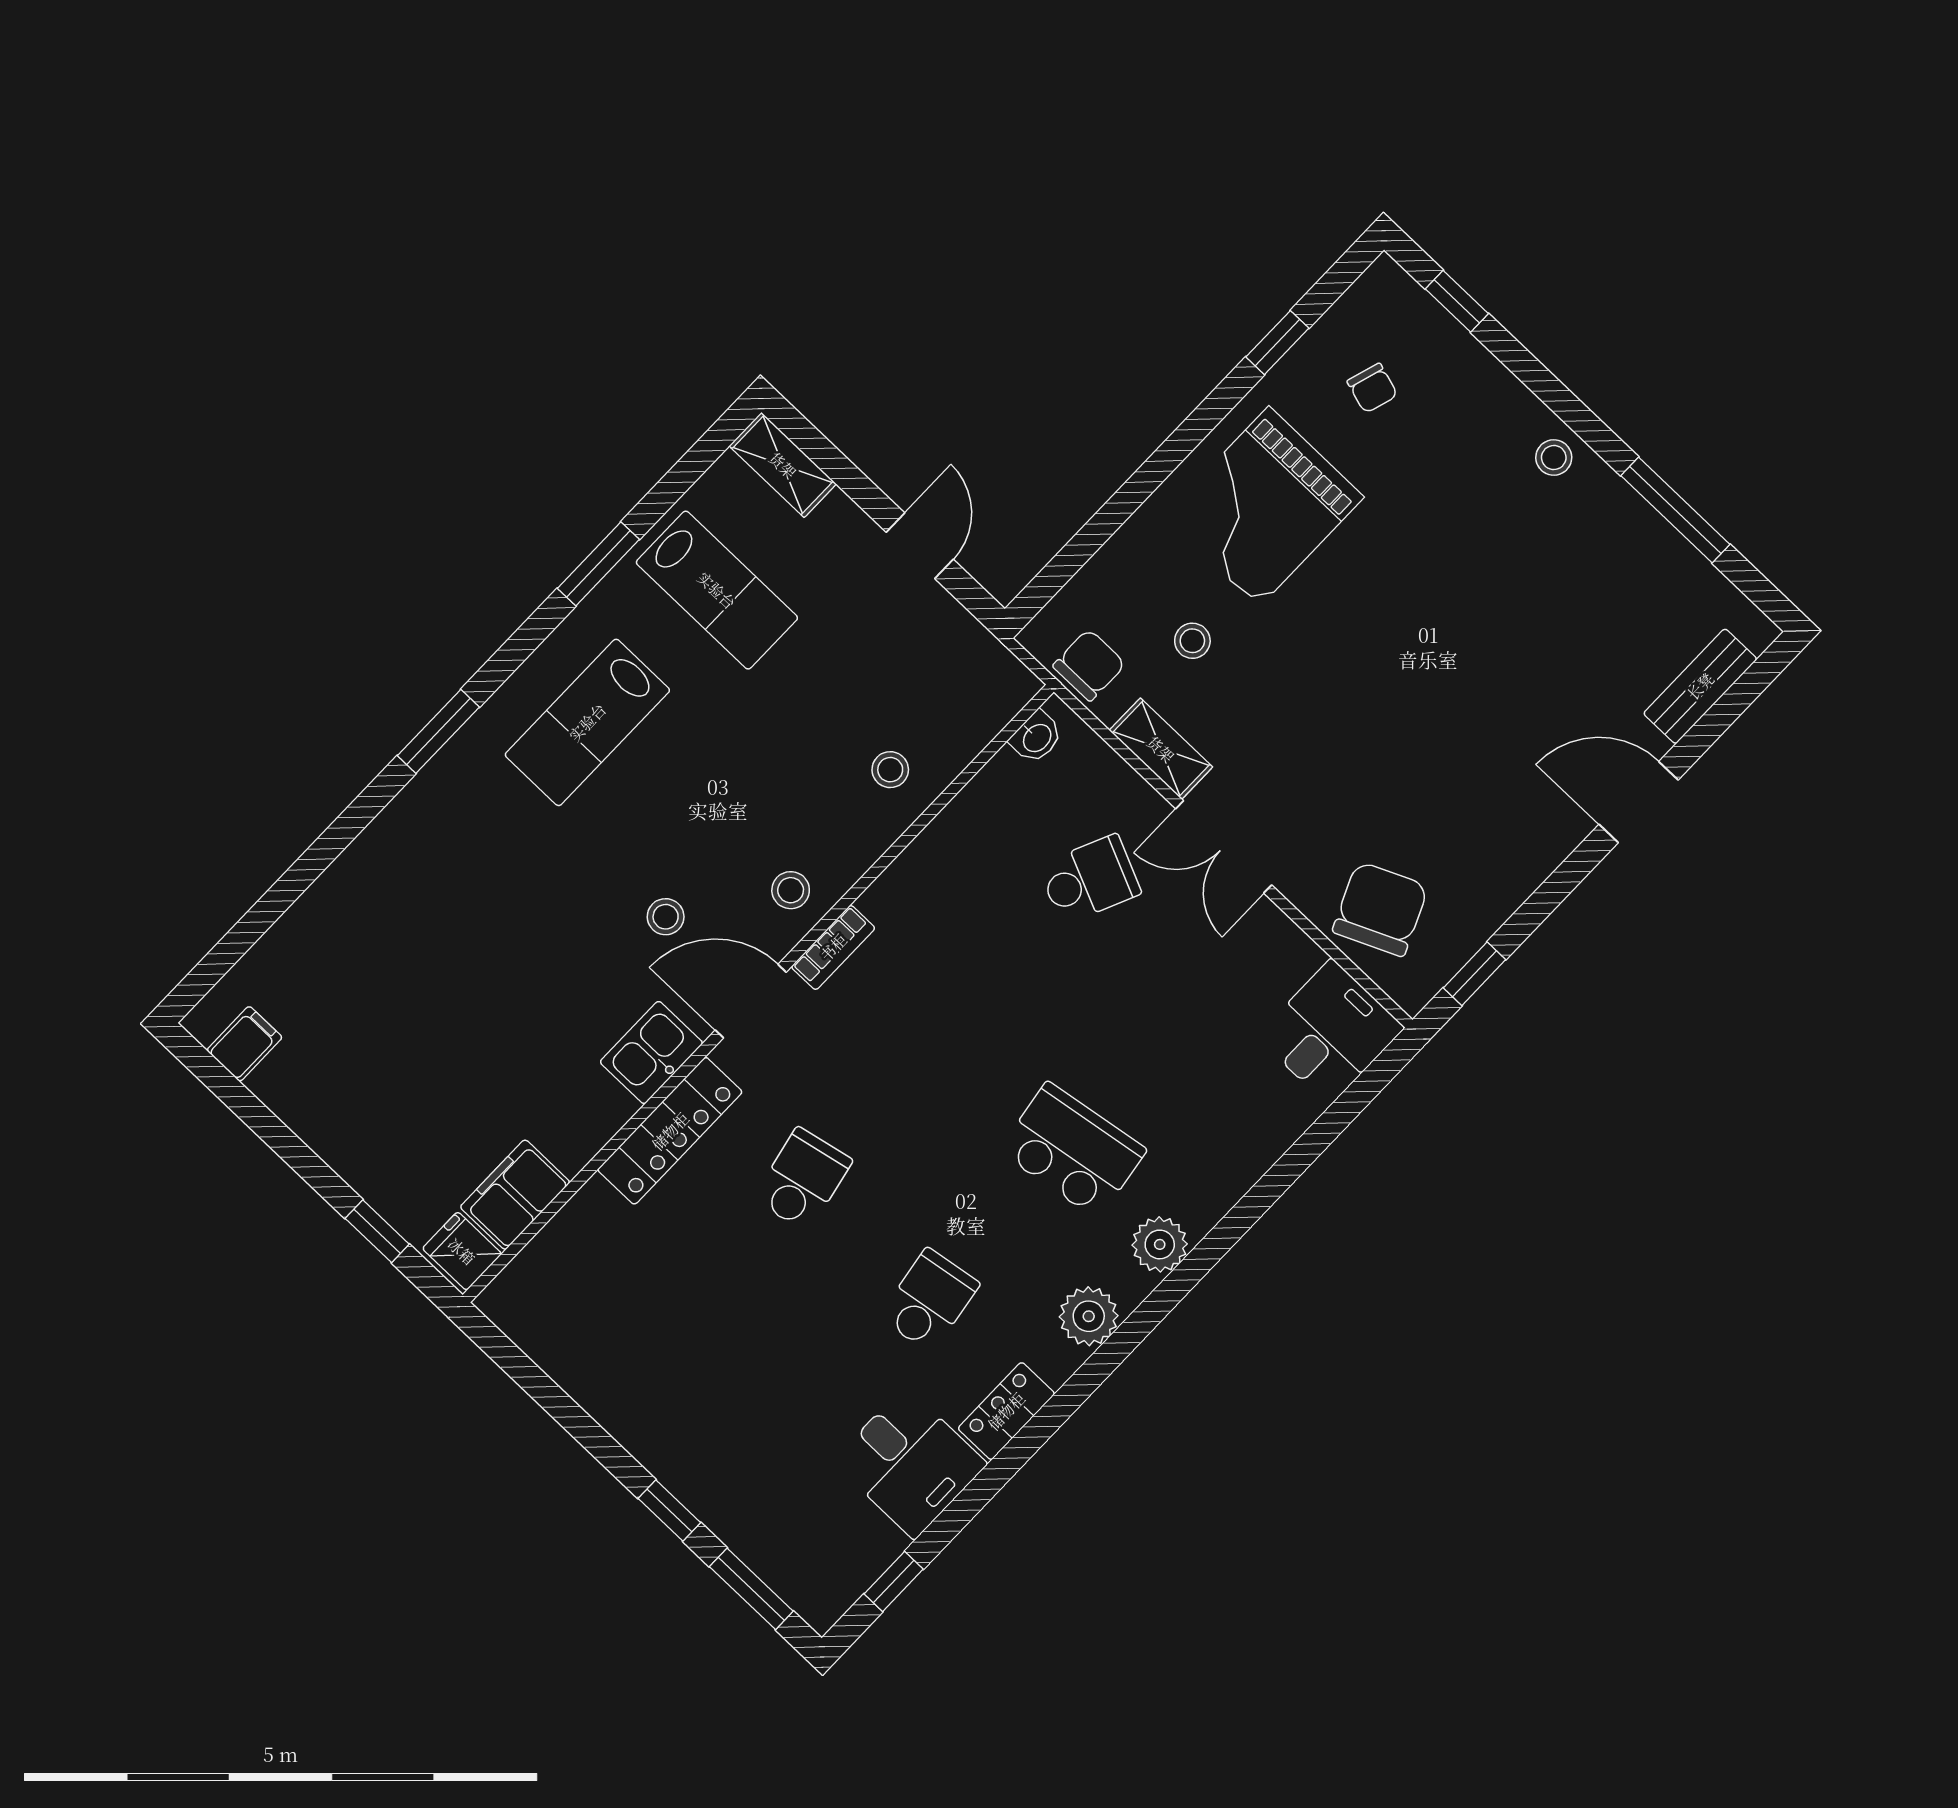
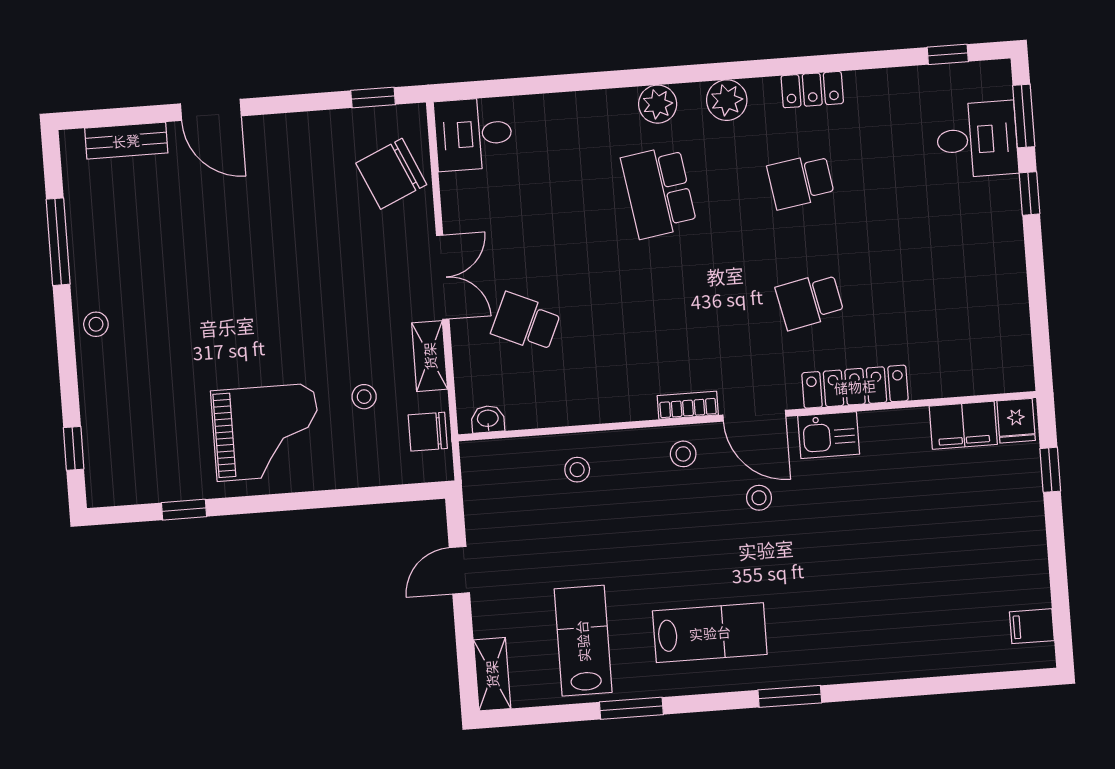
chair: (1372, 388) -> (157, 443), removed
desk: (910, 1463) -> (977, 140), moved, turned 90

